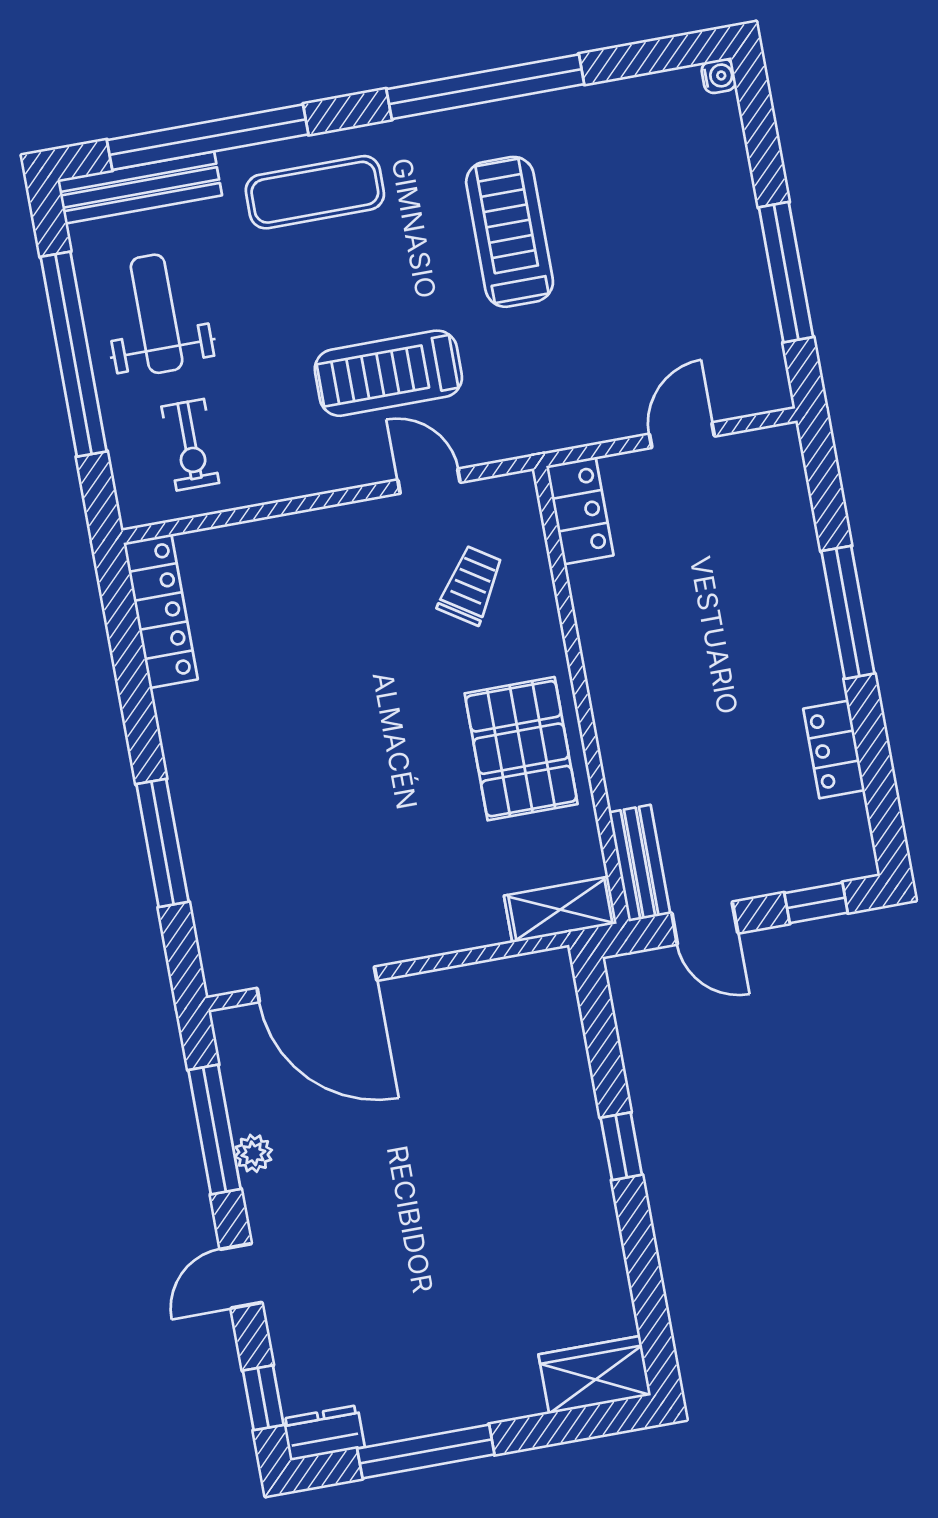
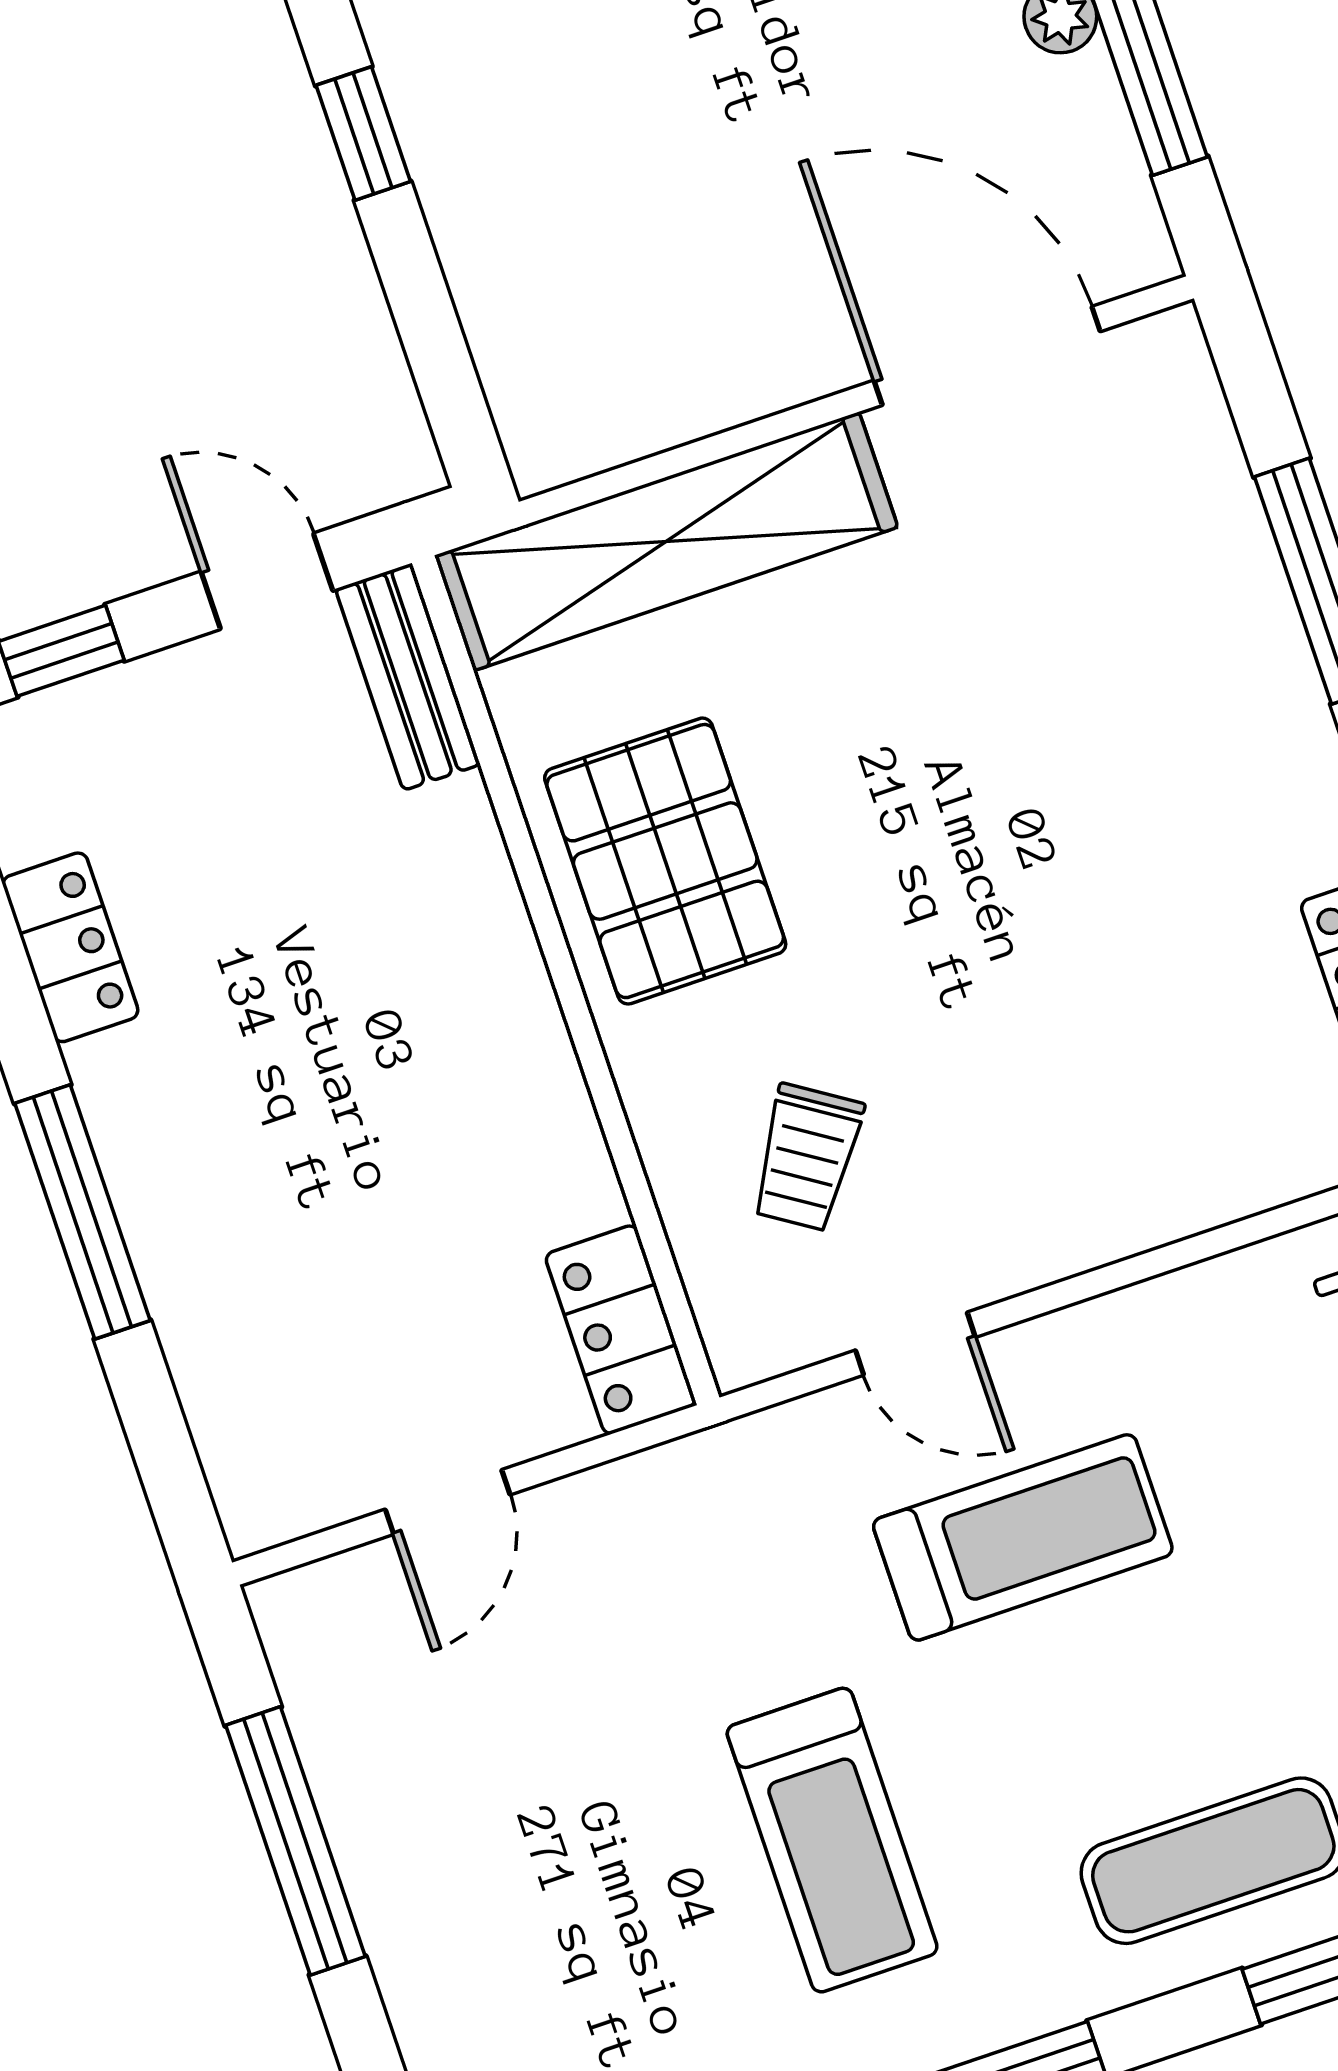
shelving: (560, 910) -> (666, 541), width x2.20, depth x1.33

